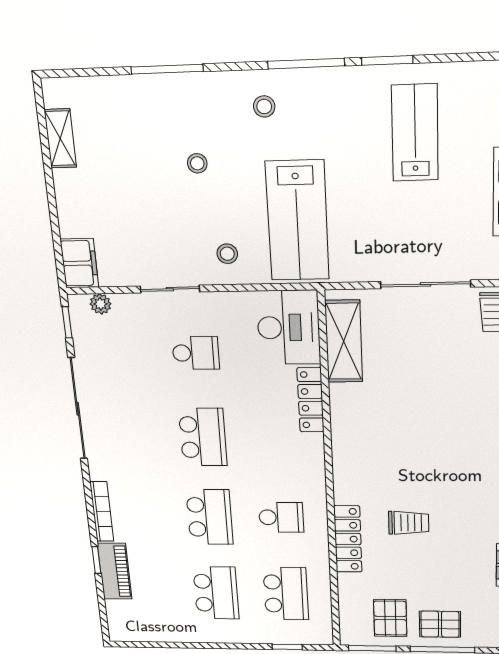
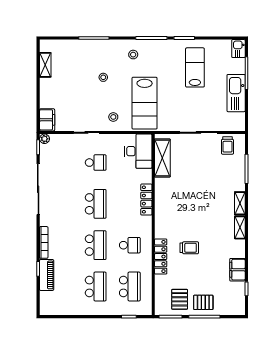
plant: (100, 304) -> (44, 139), moved
locker: (311, 400) -> (146, 200), moved

